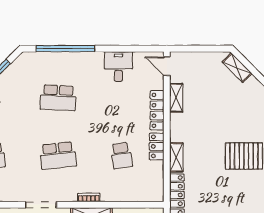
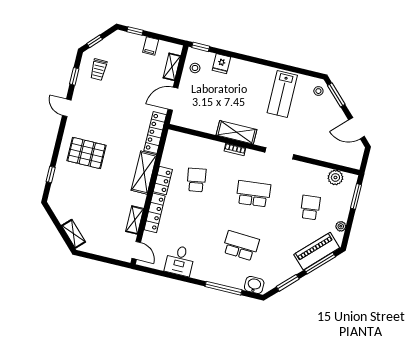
window: (65, 49) -> (223, 288), width x0.68
washbasin: (34, 60) -> (254, 285), added
shelving: (176, 157) -> (144, 173), width x1.50, depth x1.33

